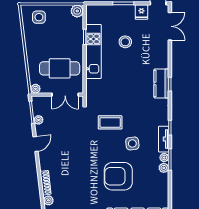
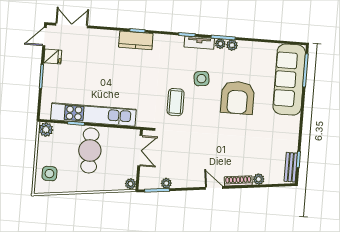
stool: (125, 42) -> (85, 78), removed
kitchen unit: (94, 51) -> (93, 115), width x1.36
cafe table: (60, 68) -> (90, 150), moved
door: (36, 144) -> (214, 188), moved

